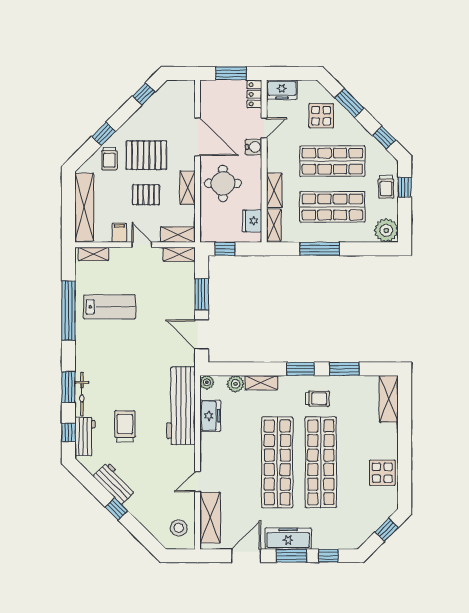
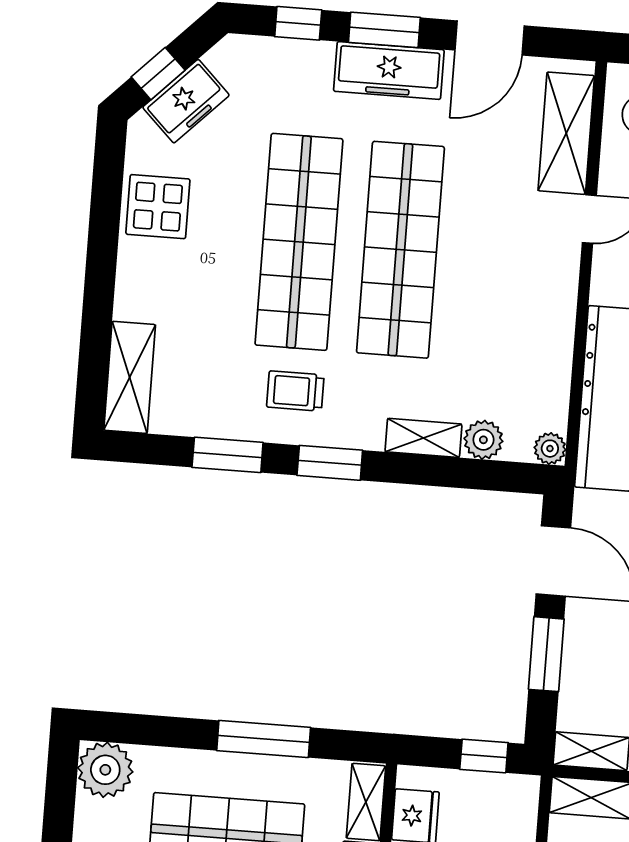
freezer: (210, 416) -> (186, 101), moved, turned -135

